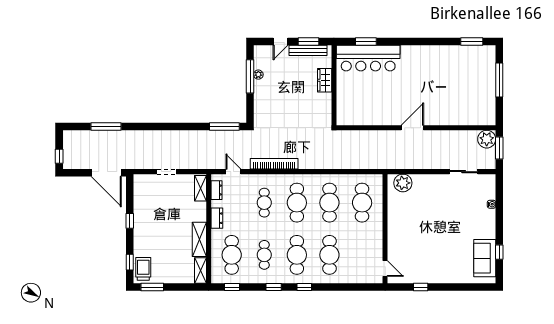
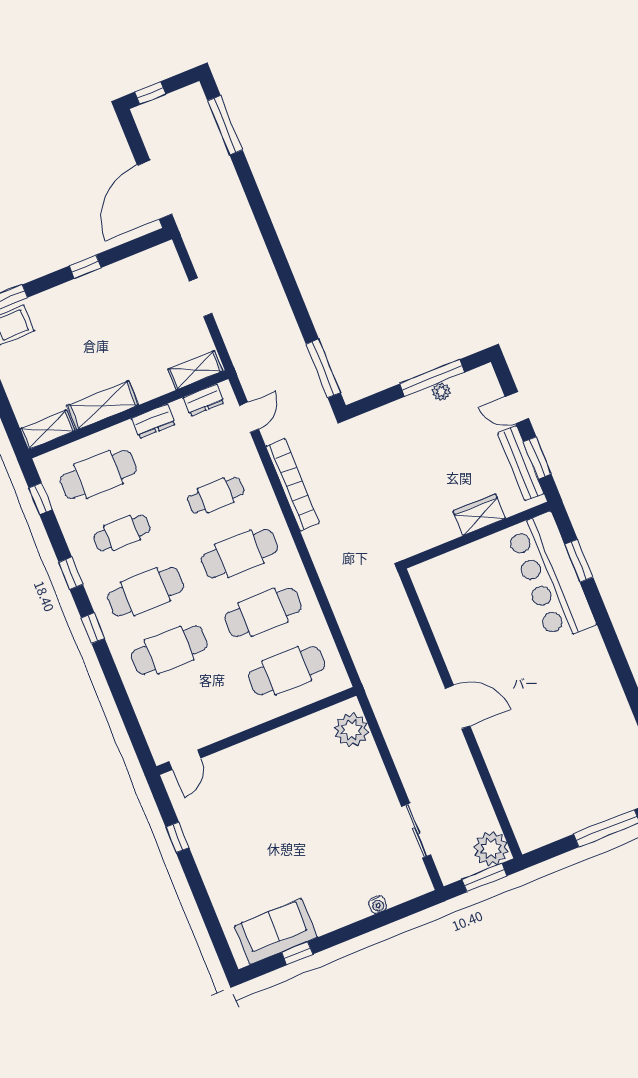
window: (106, 127) -> (225, 125), moved

